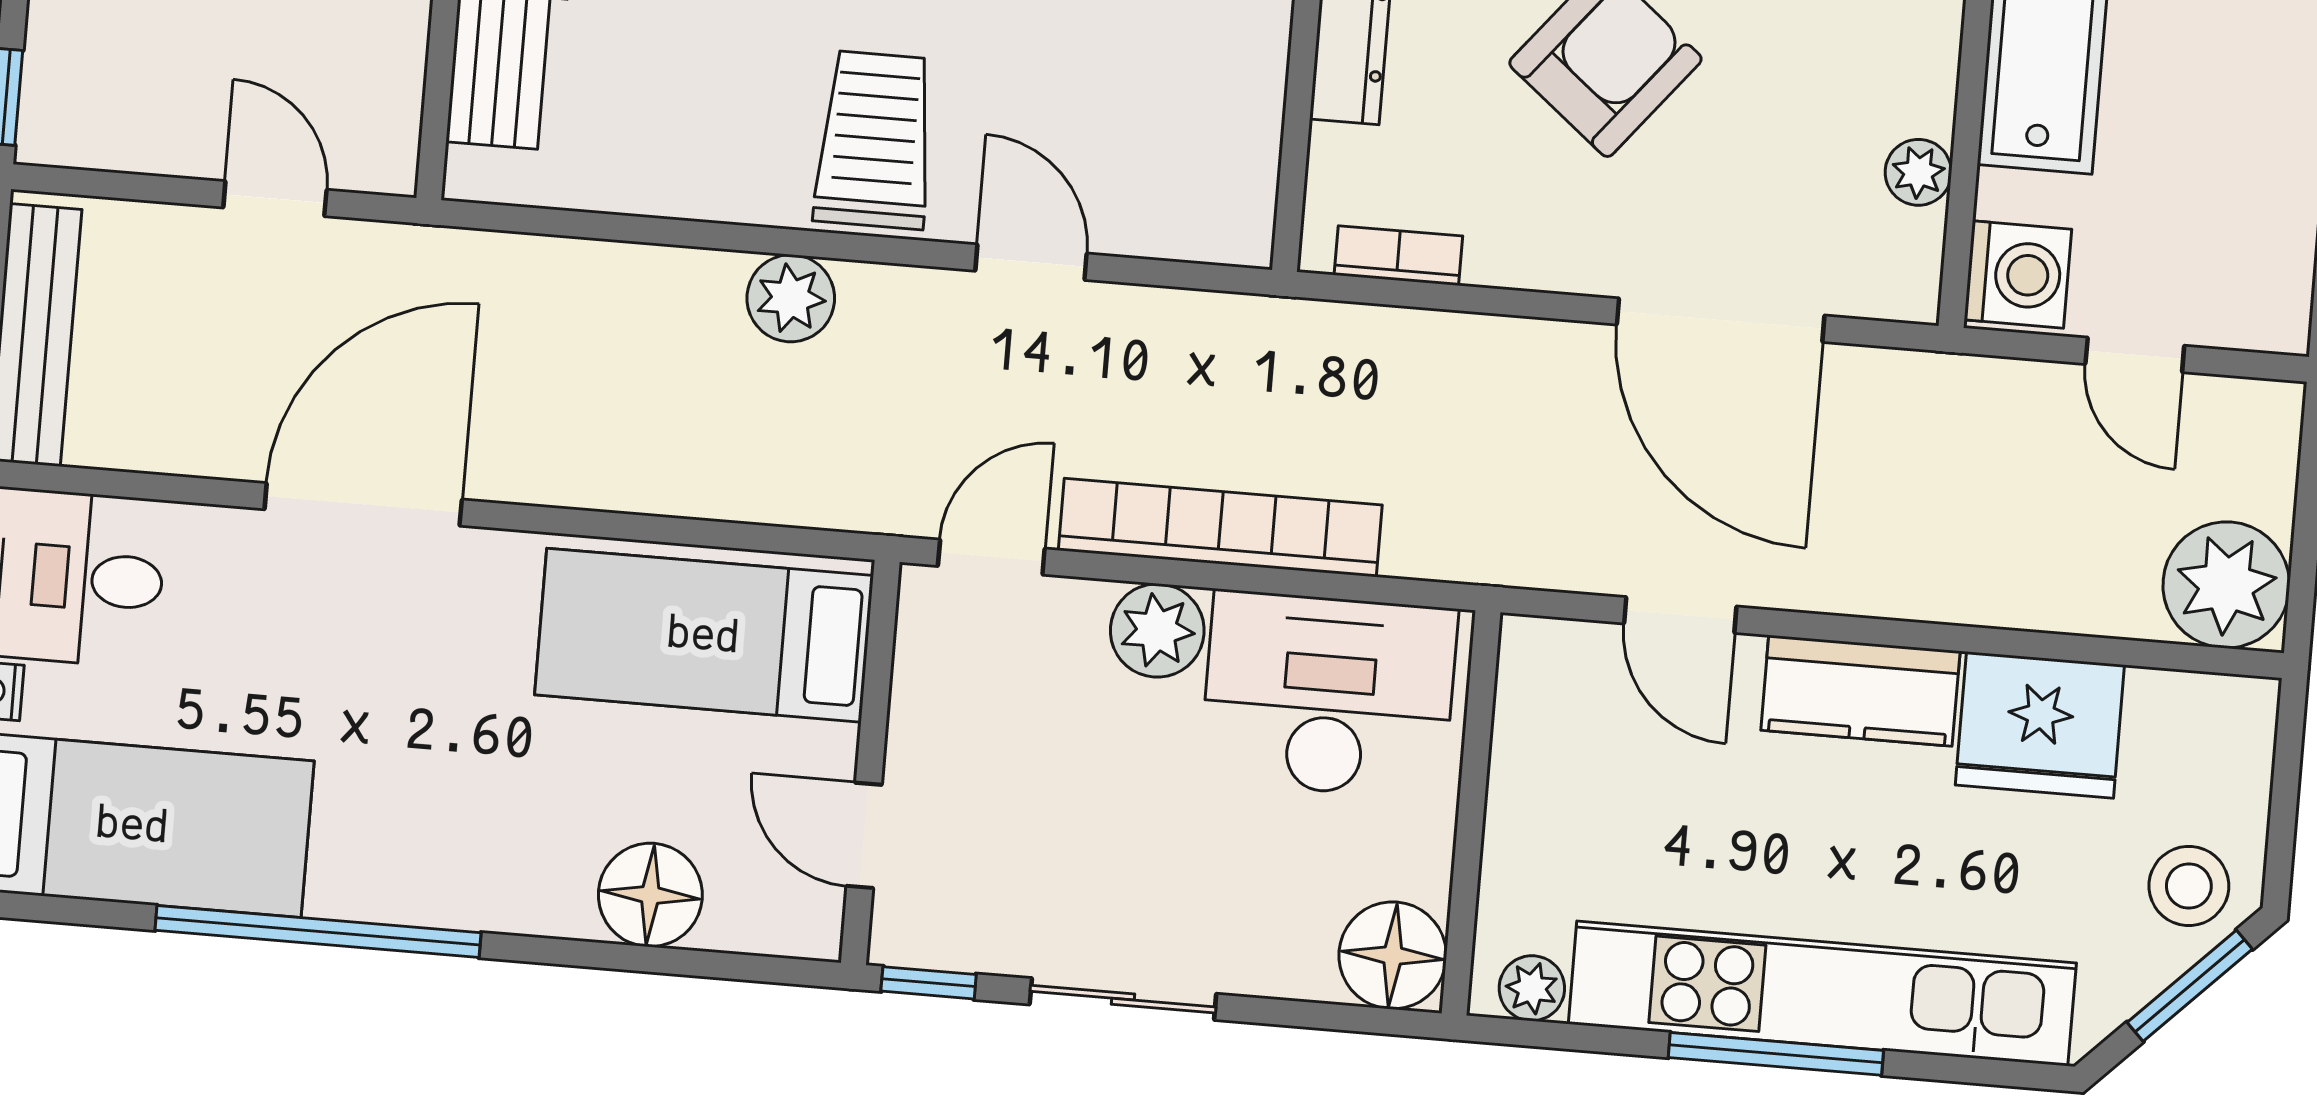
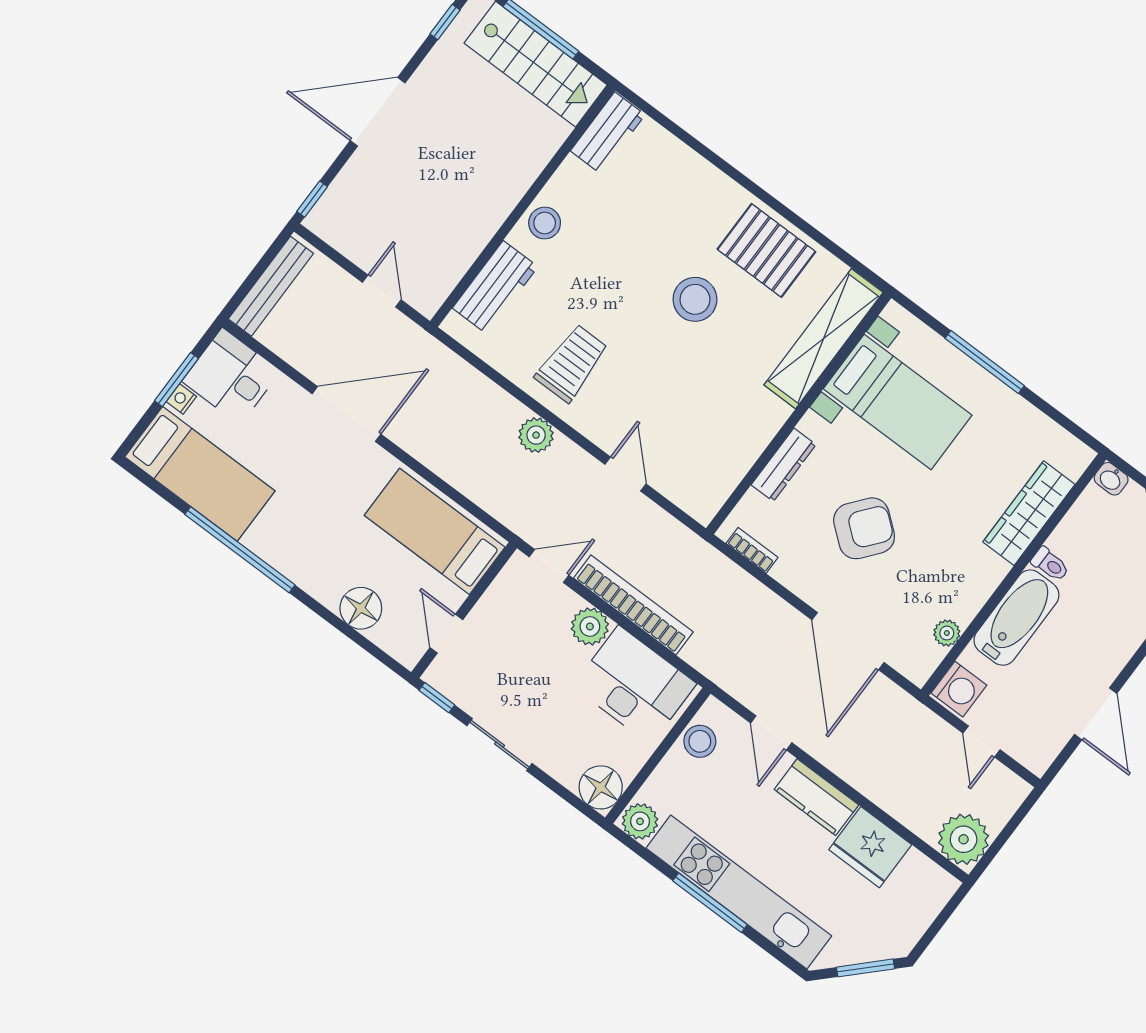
trolley: (875, 140) -> (572, 363), moved
stool: (2189, 886) -> (700, 741), moved
plant: (1532, 988) -> (640, 821), width x1.38, depth x1.38

